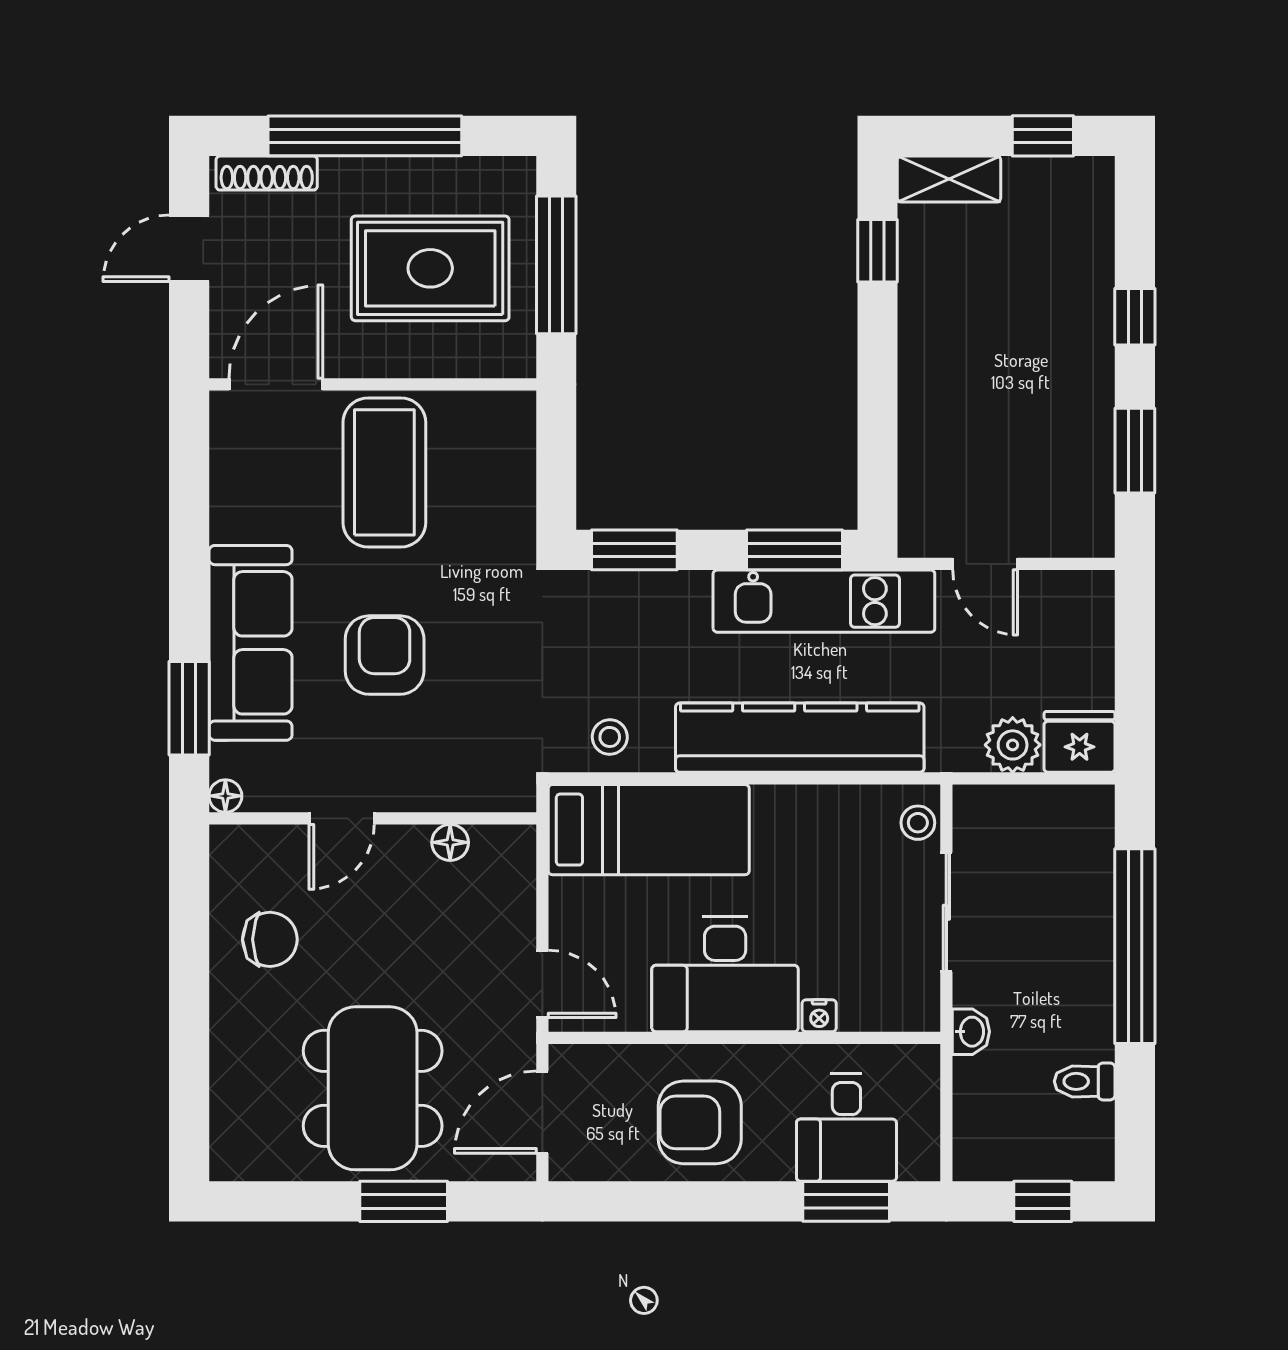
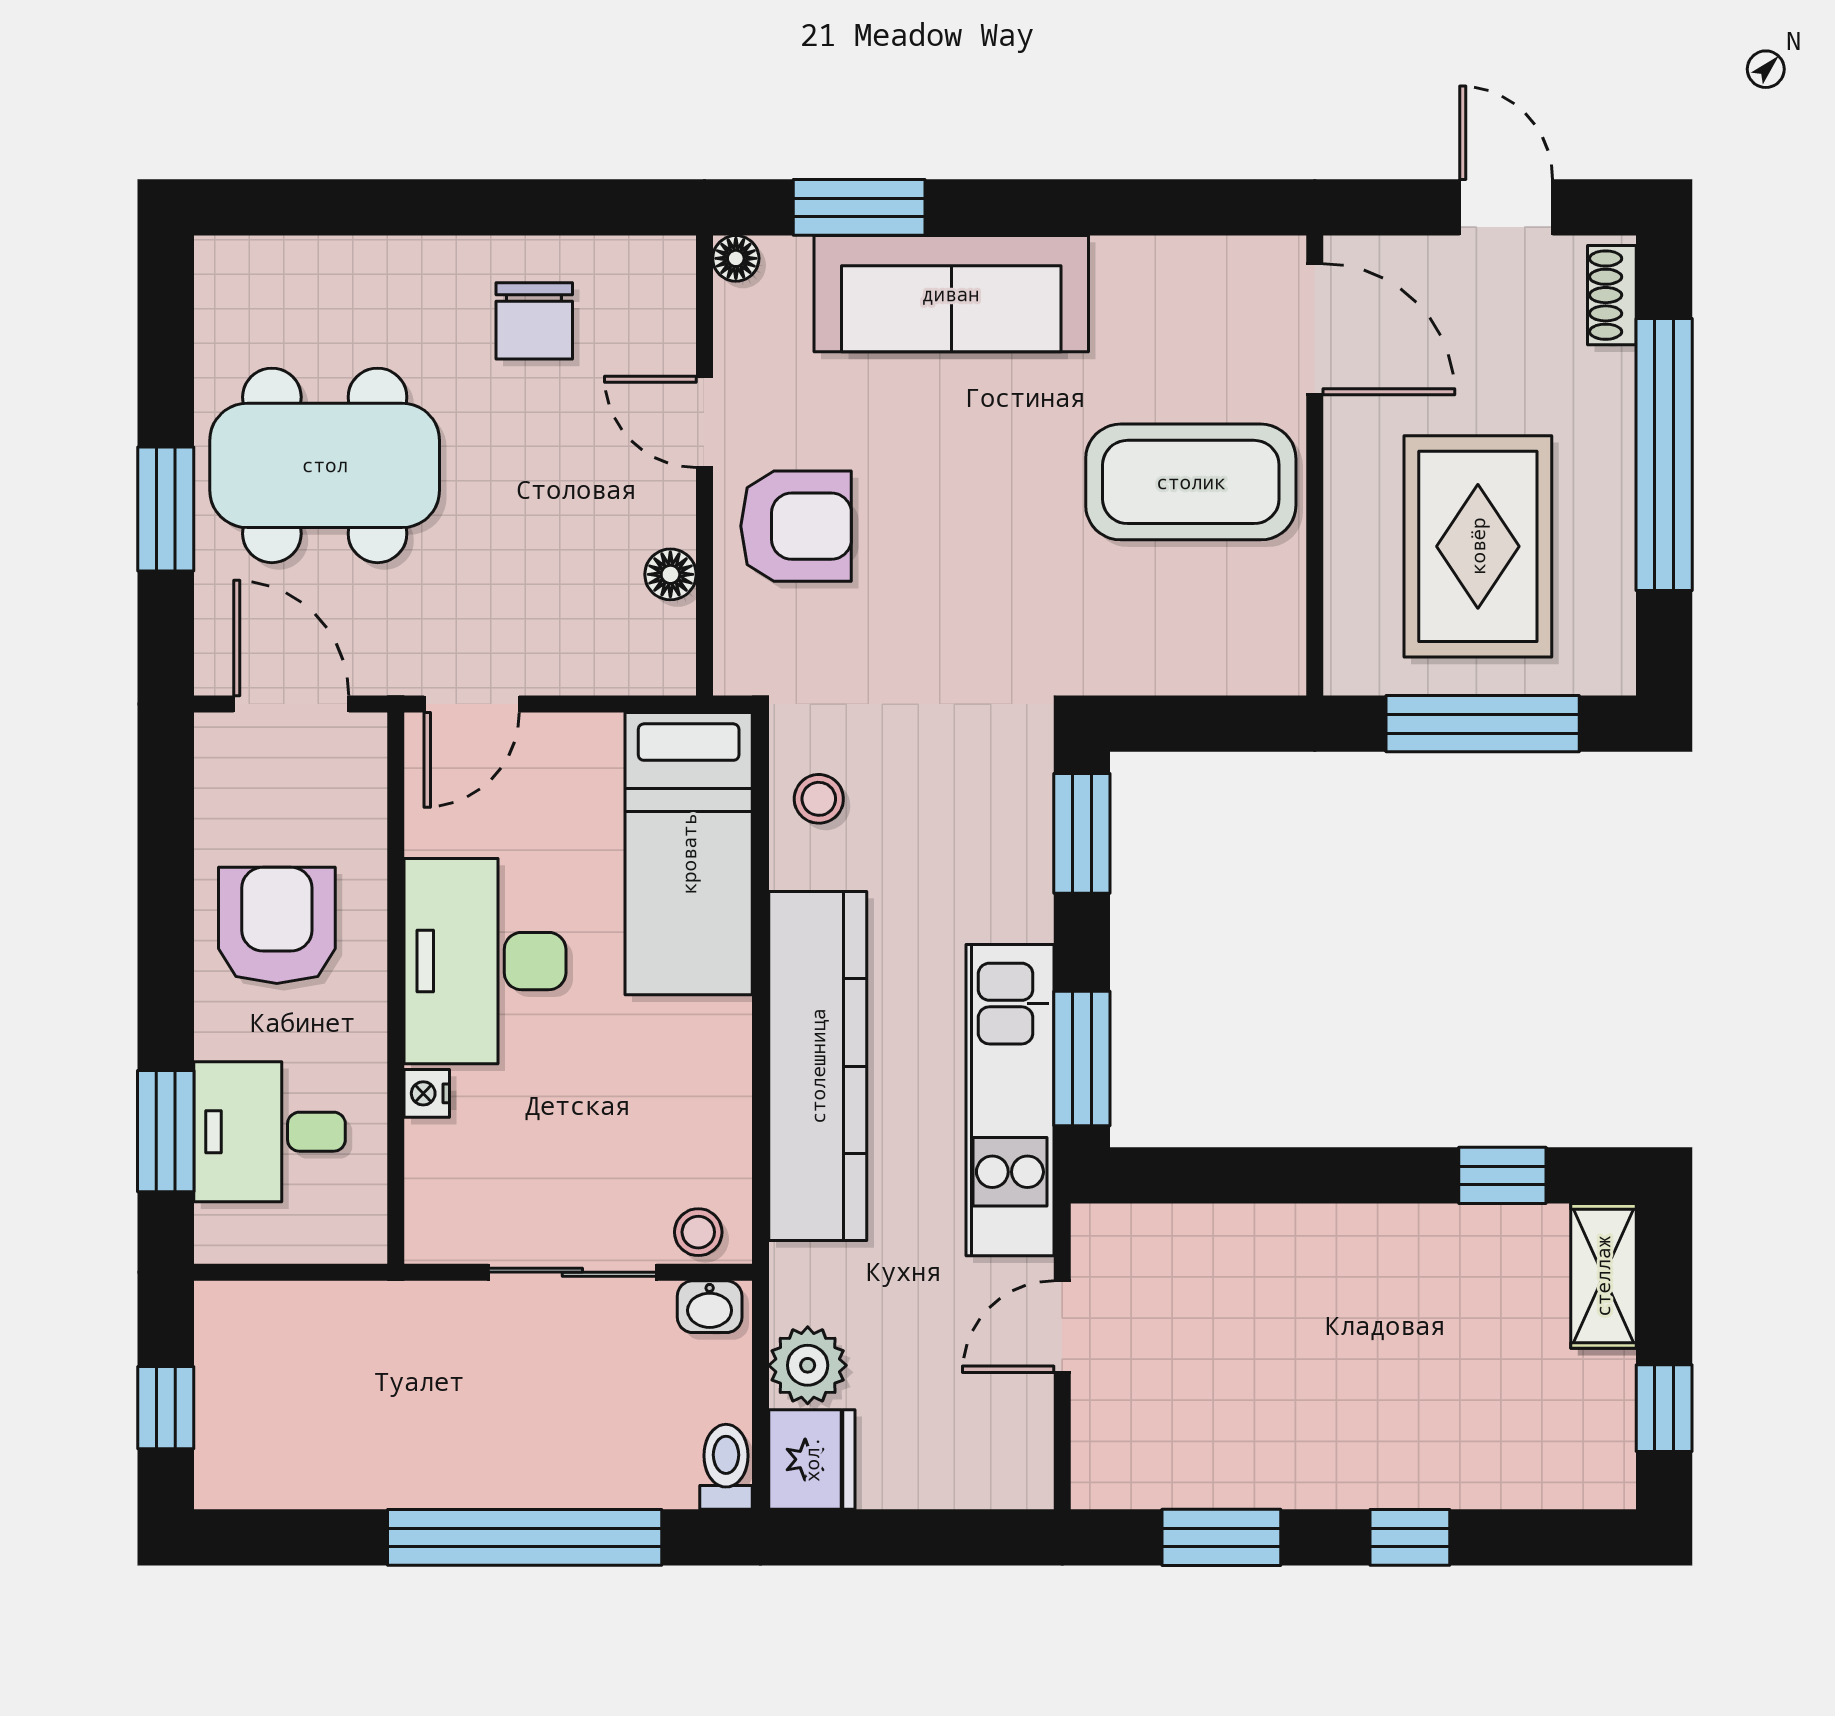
shoe rack: (267, 173) -> (1612, 295), width x0.70
armchair: (385, 655) -> (796, 526), moved
washbasin: (971, 1032) -> (710, 1307), moved
toilet: (1085, 1081) -> (726, 1467), moved

